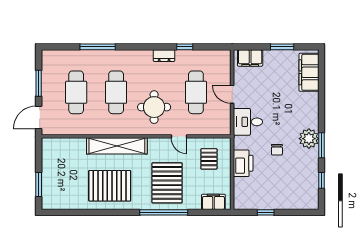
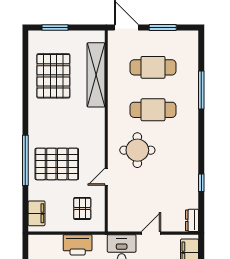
dresser: (164, 56) -> (192, 220), moved
cafe table: (196, 92) -> (153, 195), removed
shelving: (117, 146) -> (96, 75), moved
pallet: (209, 159) -> (82, 208), turned 90
pallet: (110, 186) -> (53, 76), moved

